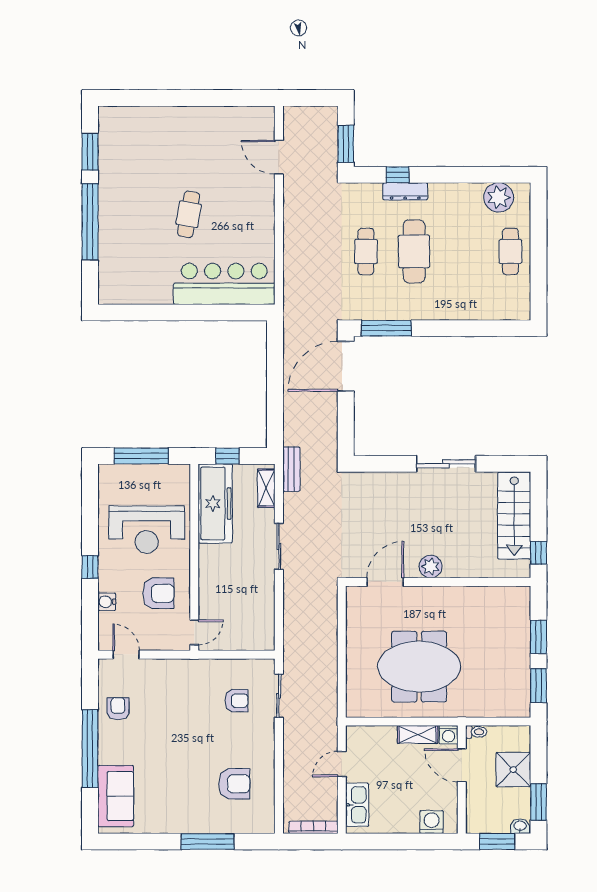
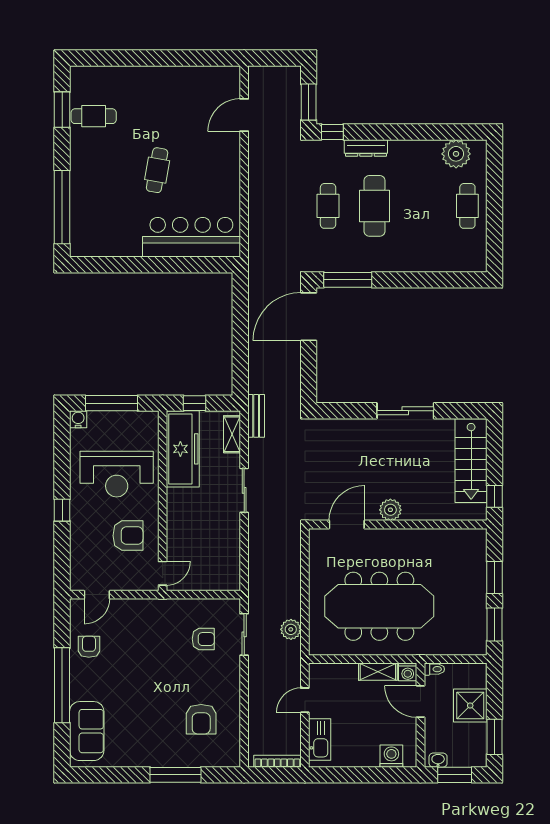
door: (279, 157) -> (244, 115), hinge flipped
cafe table: (123, 158) -> (94, 116), added
window: (398, 175) -> (332, 132), moved
window: (90, 222) -> (62, 207), moved
water cooler: (107, 602) -> (78, 419), moved, turned 90
door: (126, 655) -> (97, 595), swing flipped
meeting table: (419, 667) -> (379, 606), width x1.36
plant: (327, 691) -> (291, 629), added
armchair: (234, 784) -> (201, 719), turned 90
washbasin: (520, 826) -> (438, 760), moved

